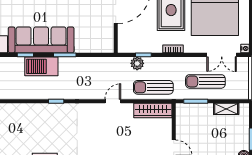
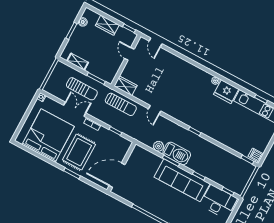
double door: (222, 55) -> (75, 109), moved
plant: (137, 63) -> (158, 146), moved
barbecue: (41, 66) -> (177, 153), moved
door: (113, 101) -> (155, 110), hinge flipped
wardrobe: (153, 111) -> (125, 86), width x0.67

